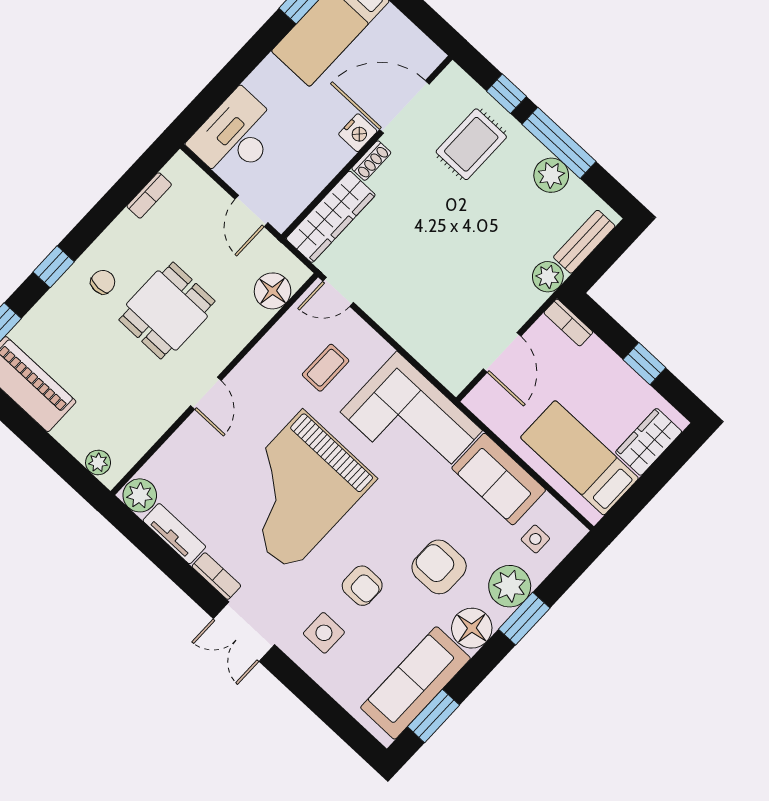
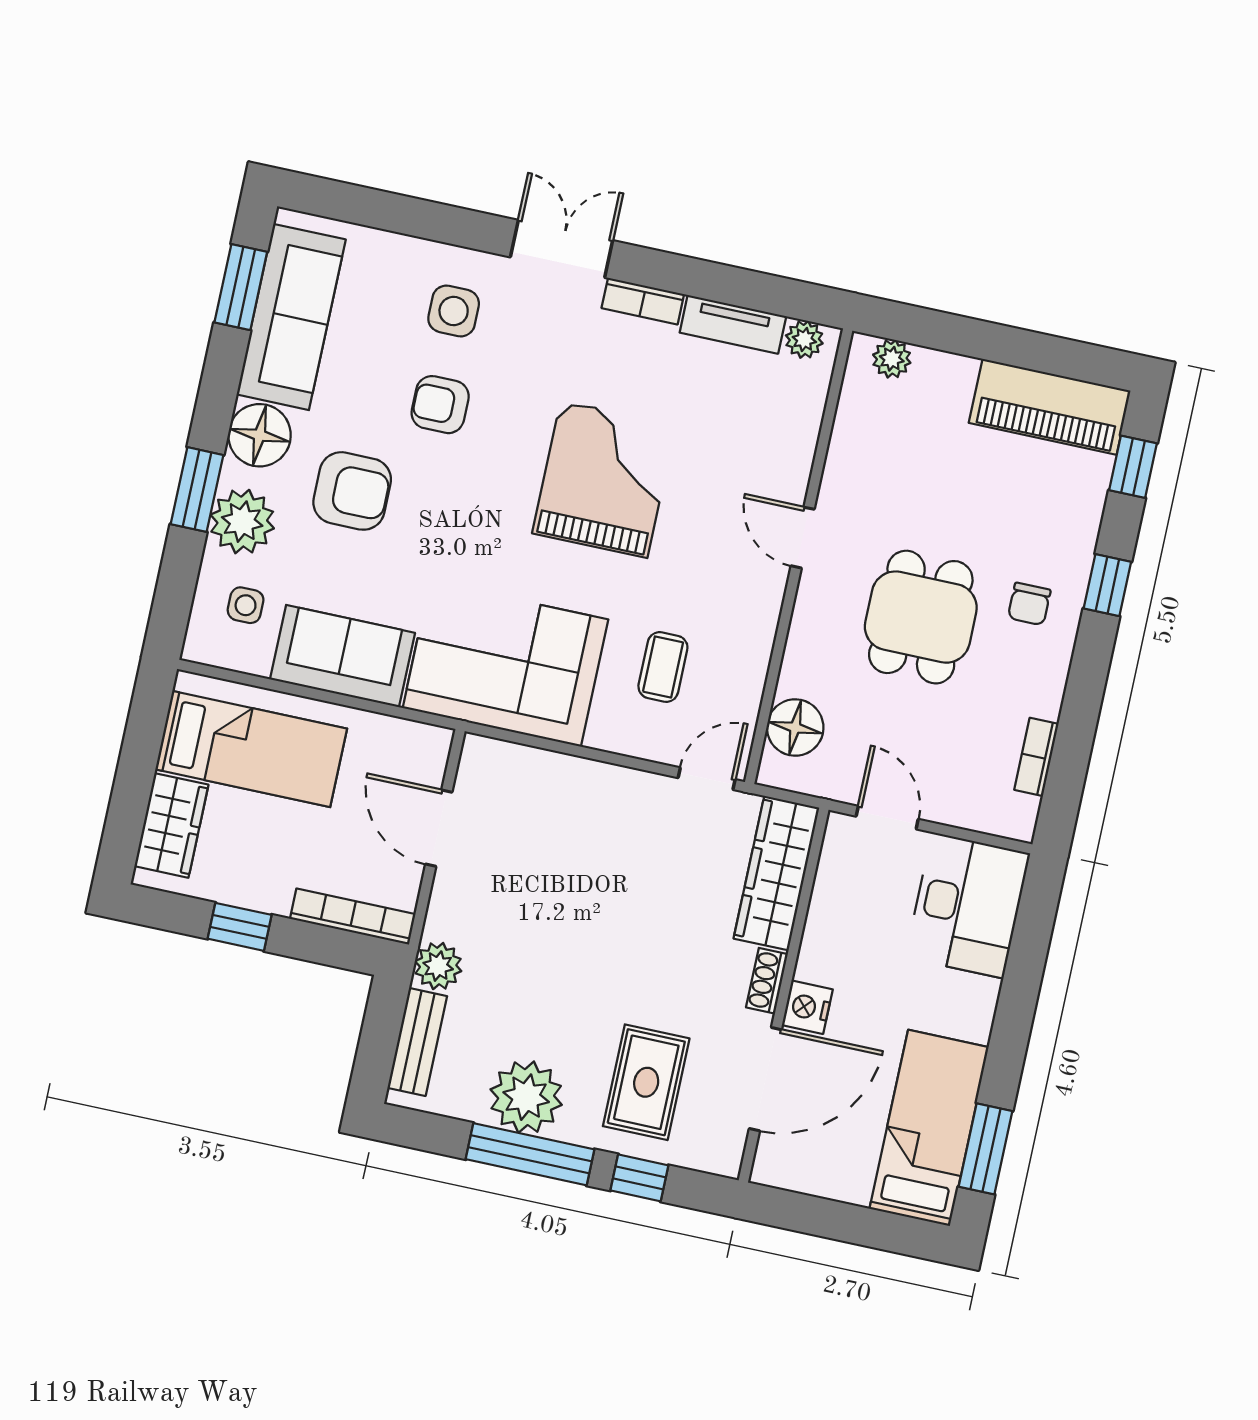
plant: (551, 175) -> (526, 1097), width x1.36, depth x1.36
bookcase: (568, 323) -> (353, 917), width x1.56
grand piano: (296, 491) -> (604, 479), width x0.73, depth x0.68
plant: (140, 495) -> (804, 339), width x0.73, depth x0.73

